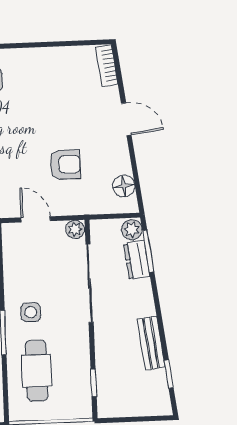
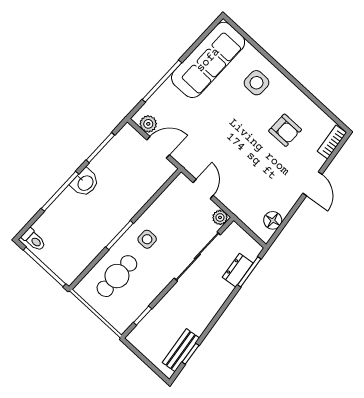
armchair: (65, 165) -> (285, 130), moved
plant: (132, 230) -> (252, 250), removed
bench: (151, 343) -> (181, 350), moved

